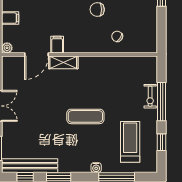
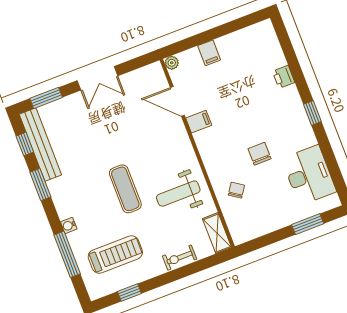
shelving: (63, 62) -> (217, 233), moved
weight bench: (103, 79) -> (178, 194), added
window: (161, 102) -> (178, 274), removed

